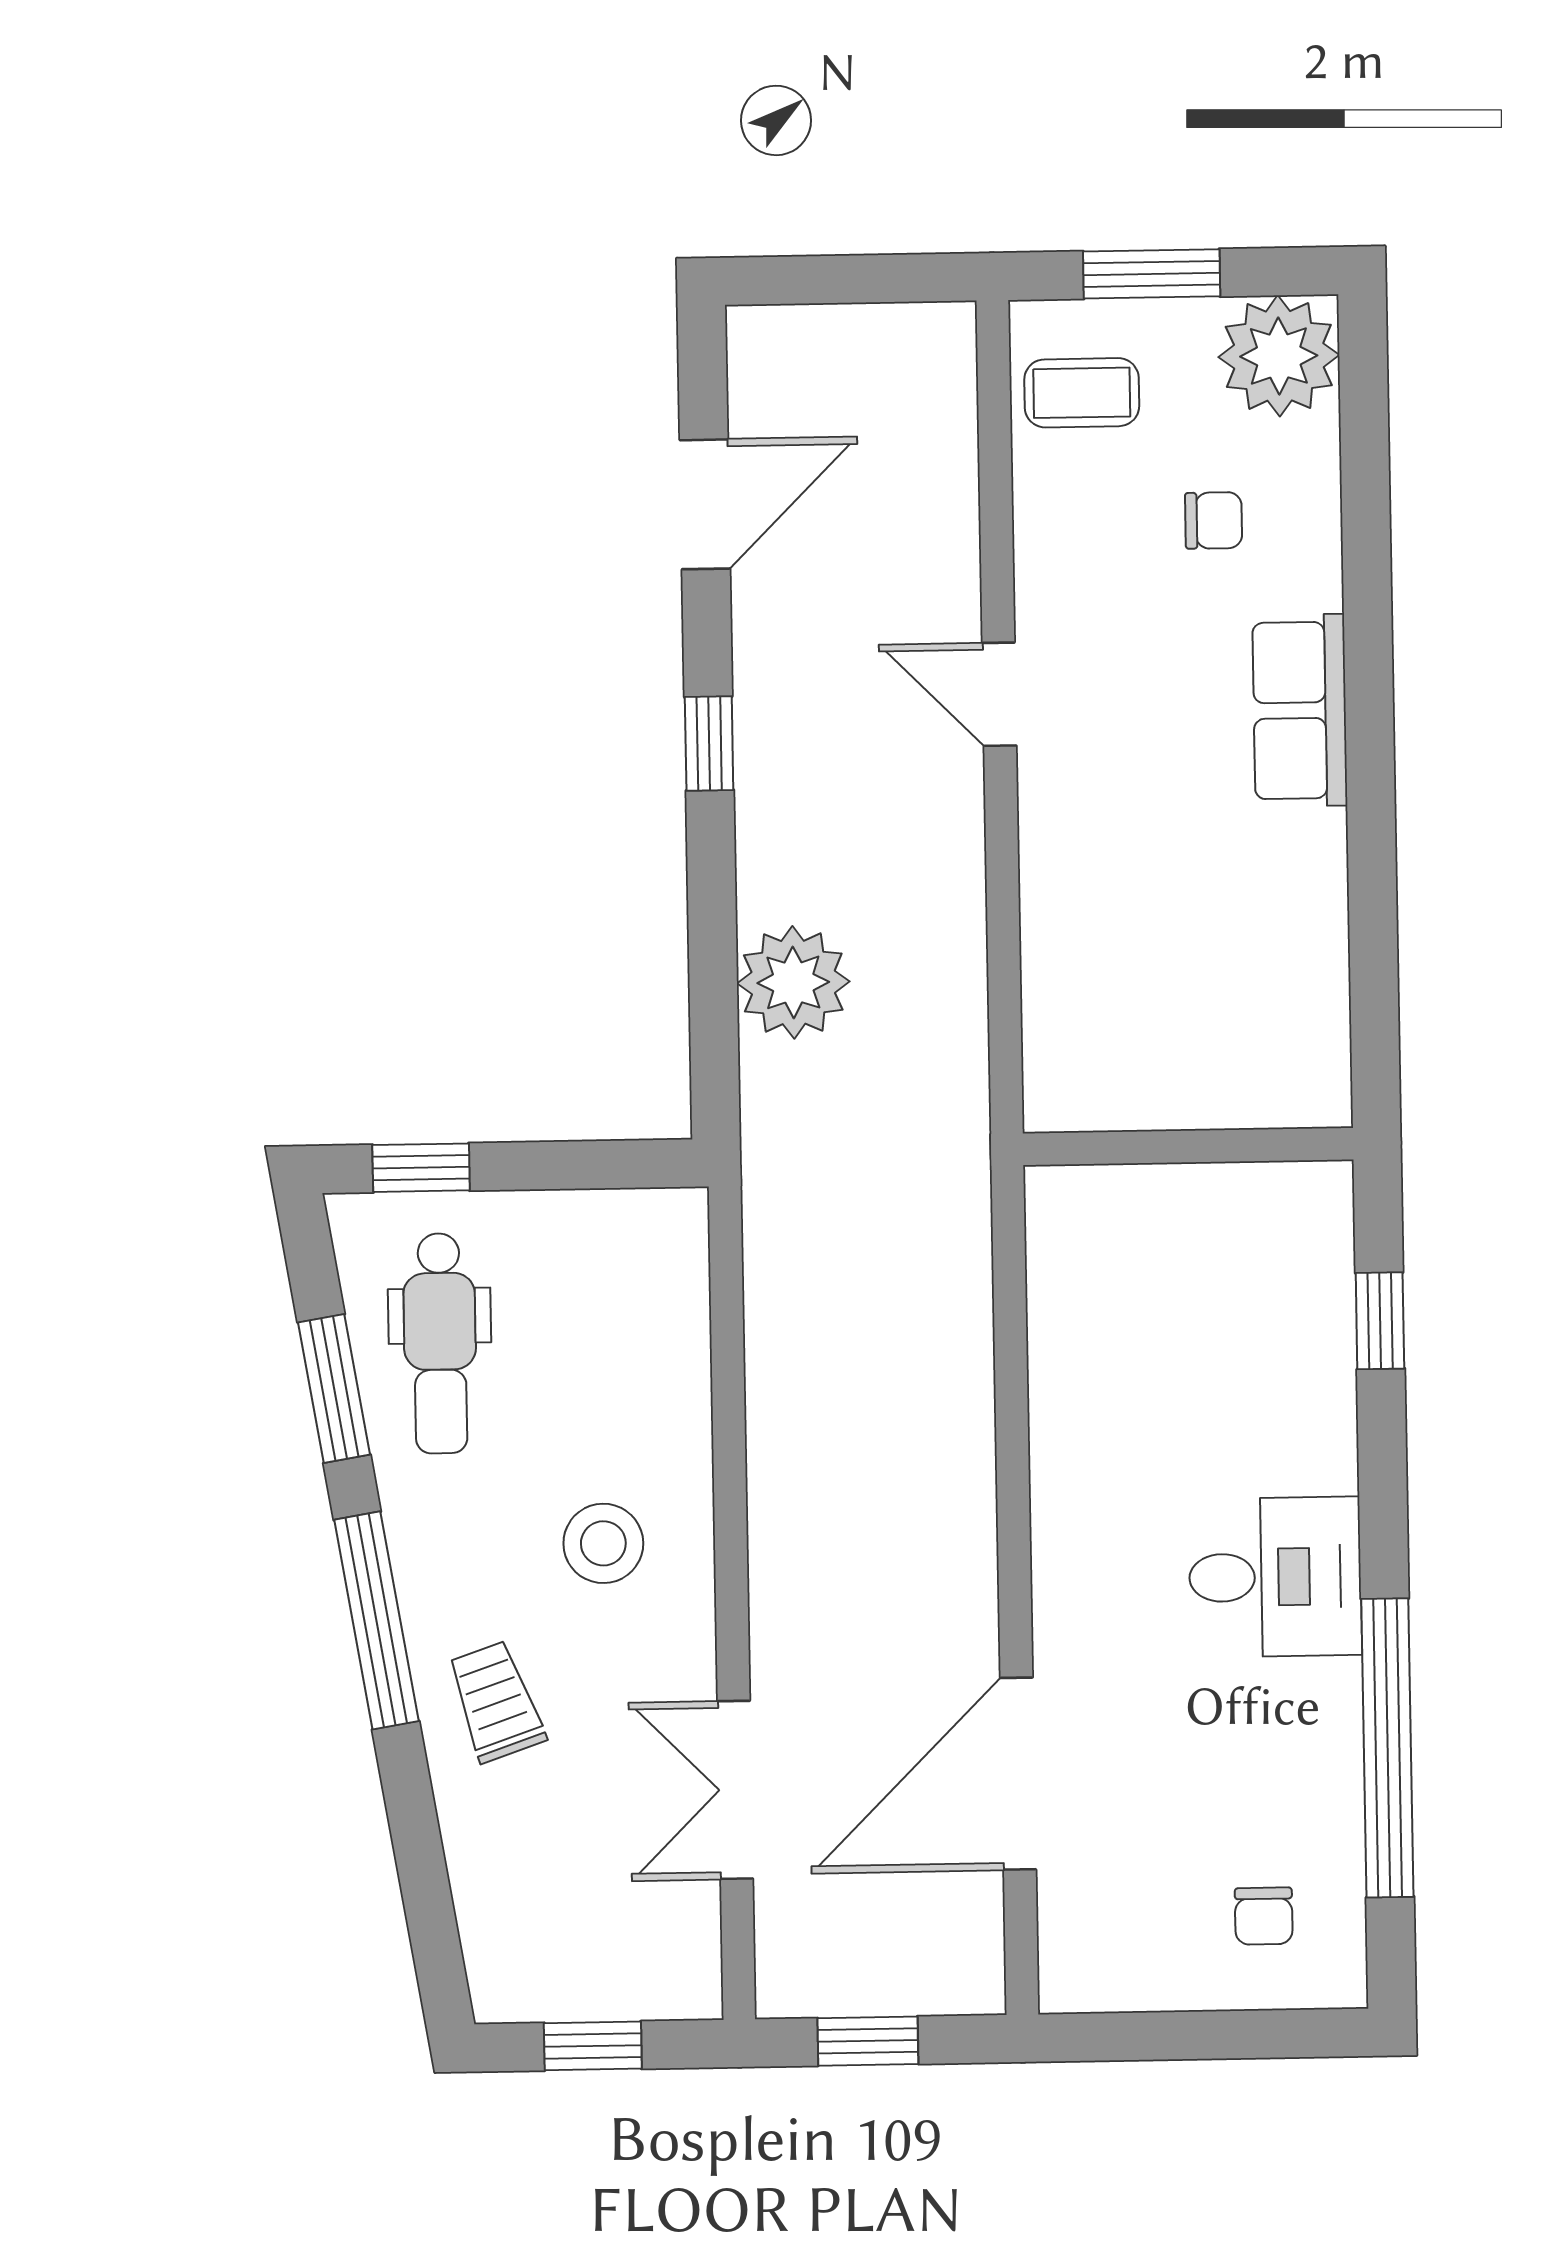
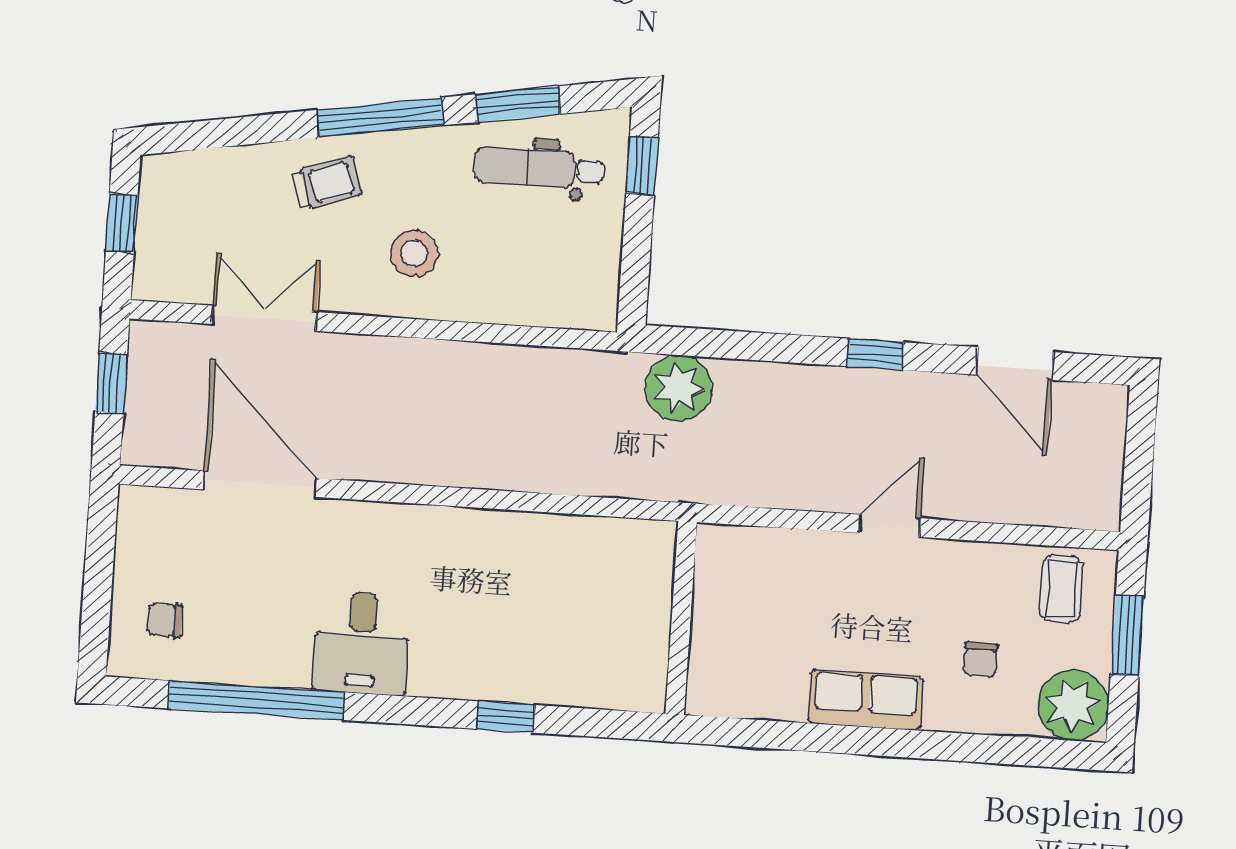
plant: (793, 982) -> (679, 388), moved
wall: (1188, 1146) -> (681, 618), moved

